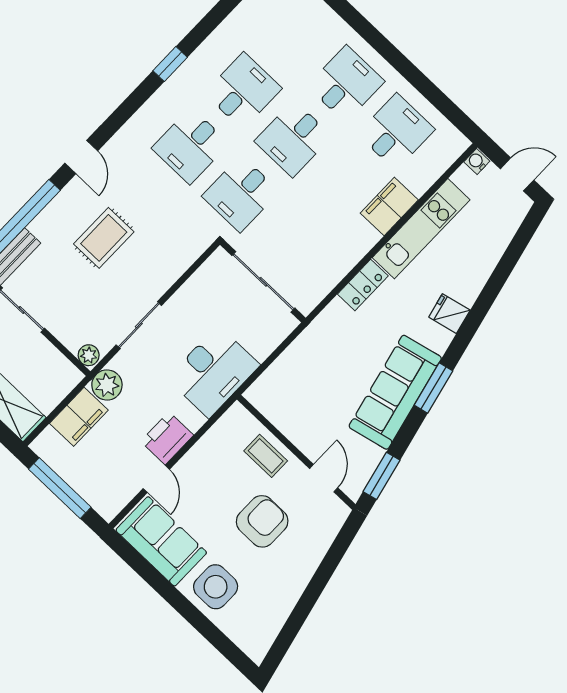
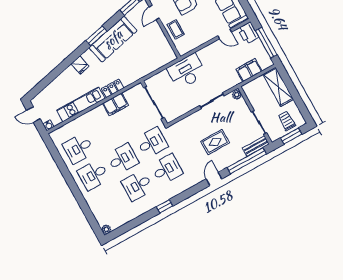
filing cabinet: (389, 207) -> (116, 104), moved
plant: (107, 385) -> (233, 80), removed
printer: (167, 438) -> (248, 33), moved, turned 90
door: (156, 479) -> (225, 34), swing flipped

